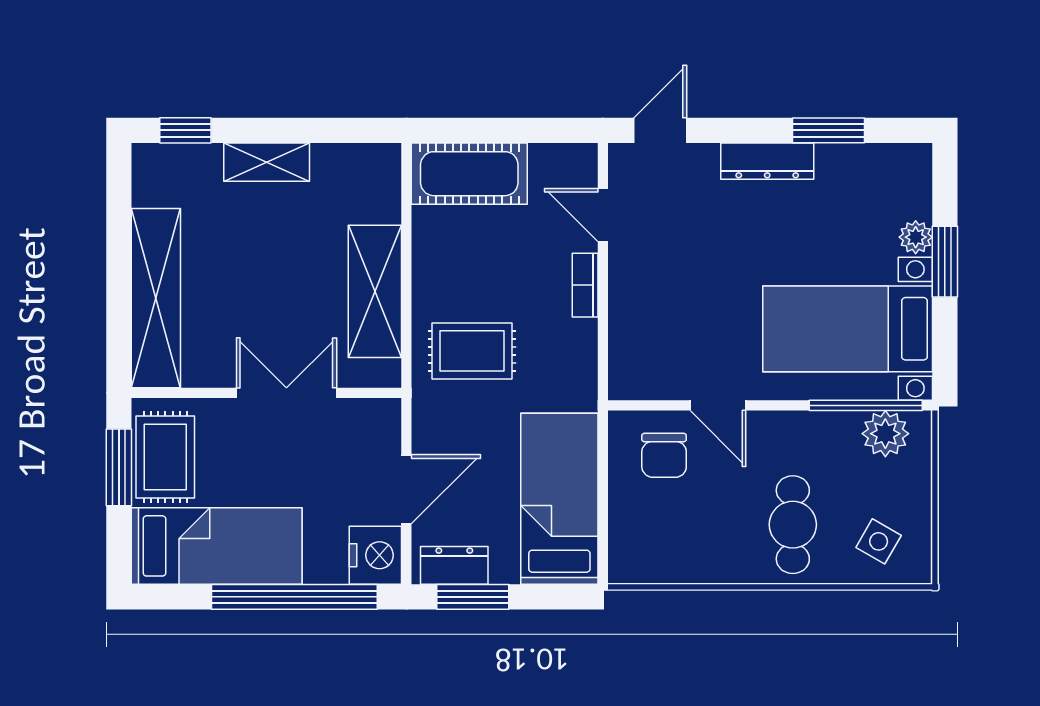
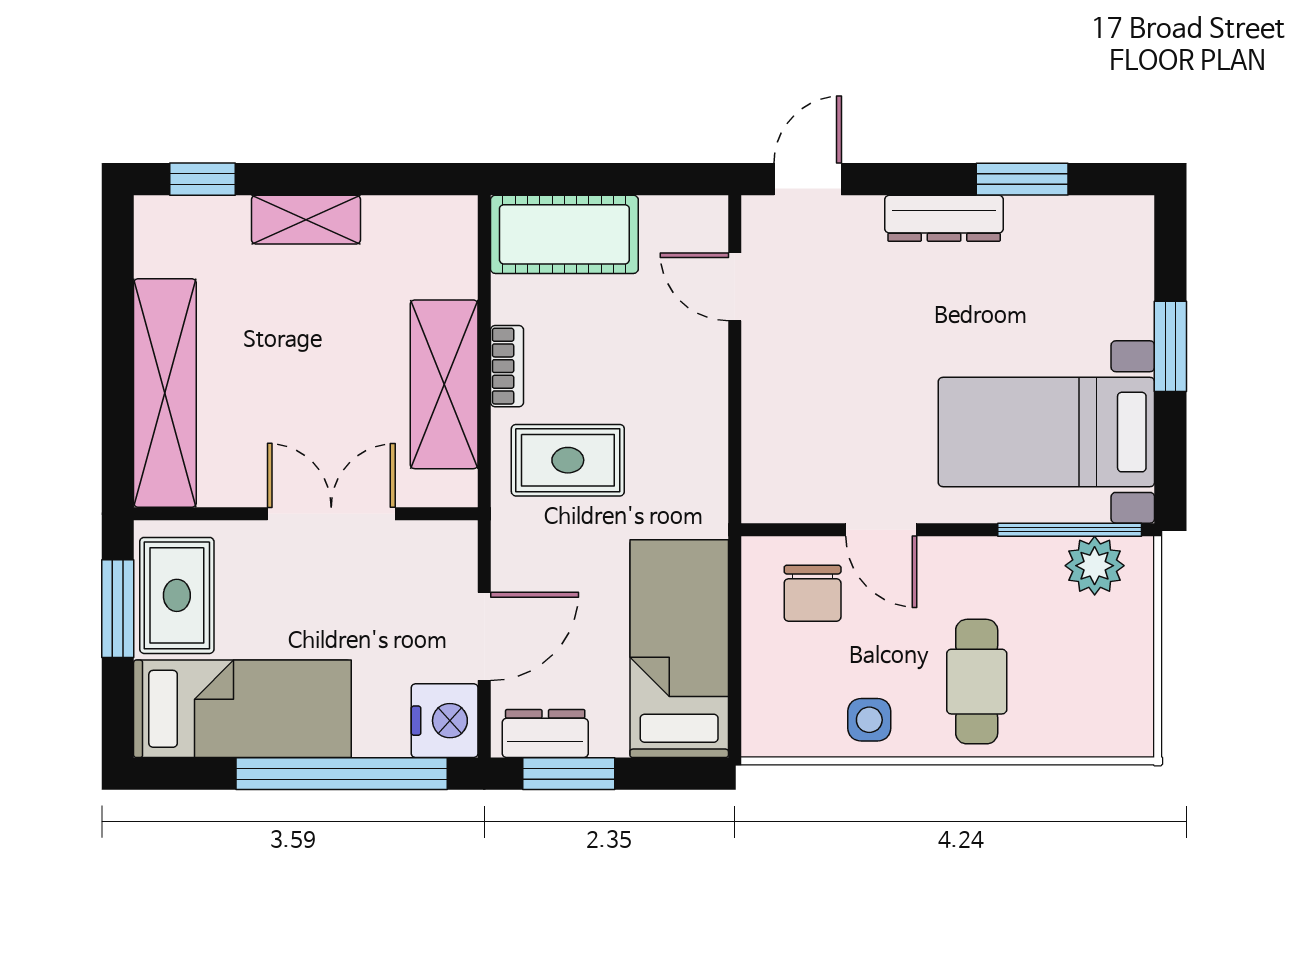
plant: (916, 237) -> (1133, 315), removed
bookcase: (585, 285) -> (507, 366), moved, turned 180
side table: (879, 541) -> (869, 720), moved, turned -30

